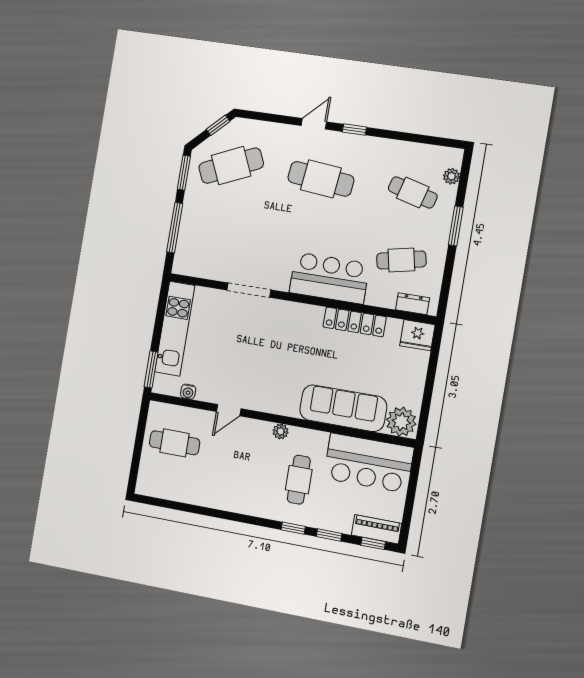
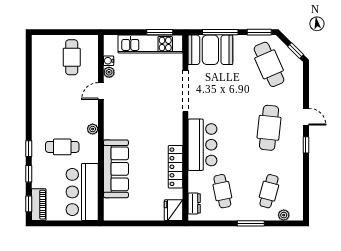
booth: (197, 245) -> (210, 50), added
doorway: (249, 290) -> (185, 91), width x1.36
window: (151, 369) -> (160, 32), moved
door: (229, 410) -> (101, 91), hinge flipped
plant: (401, 422) -> (109, 72), moved, width x0.53, depth x0.53

